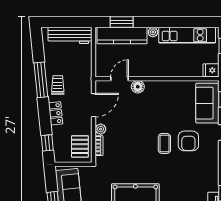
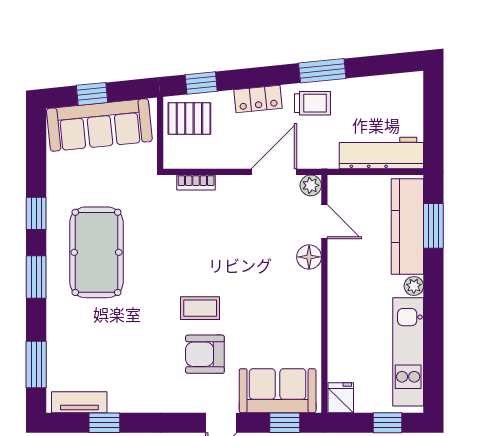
workbench: (70, 35) -> (381, 153), moved, turned 90
window: (41, 80) -> (322, 71), width x0.69
door: (93, 105) -> (274, 172), swing flipped
plant: (101, 129) -> (311, 185), moved
pallet: (80, 146) -> (189, 119), moved

